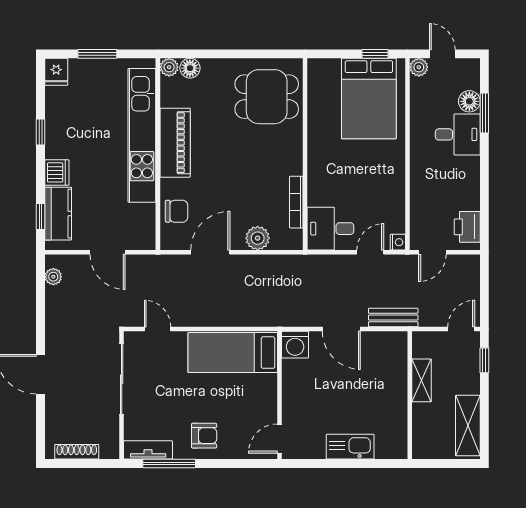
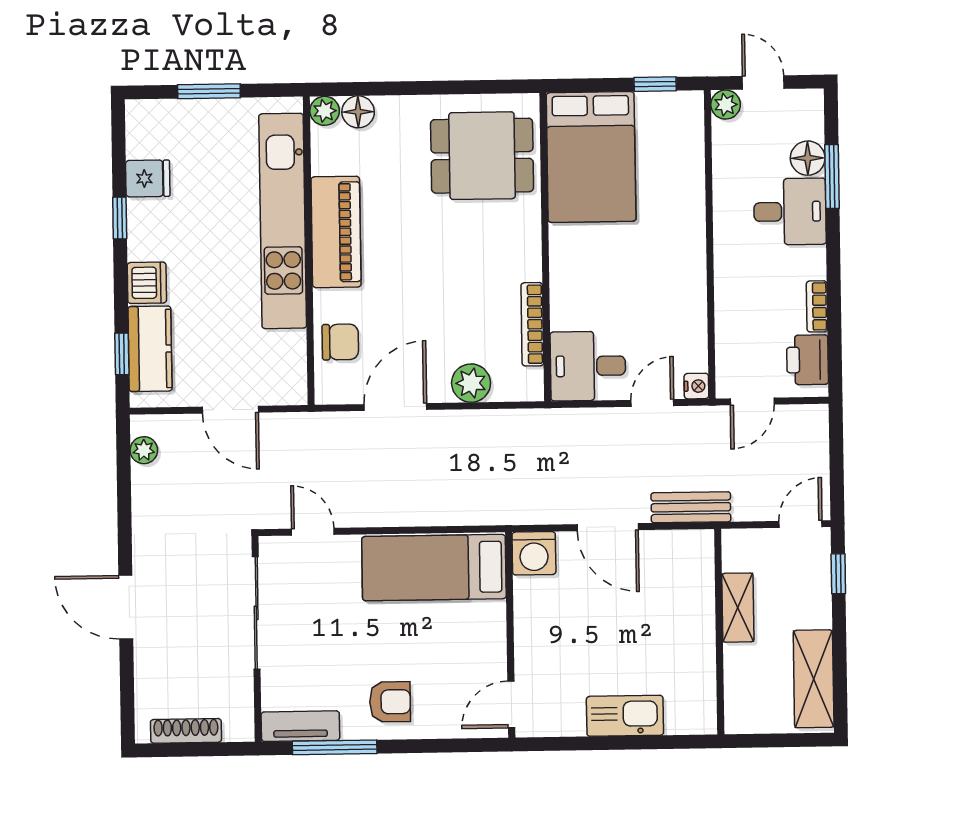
fridge: (56, 72) -> (148, 178), moved, turned -90
bed: (369, 99) -> (591, 157), moved
bookcase: (474, 194) -> (817, 306), added

